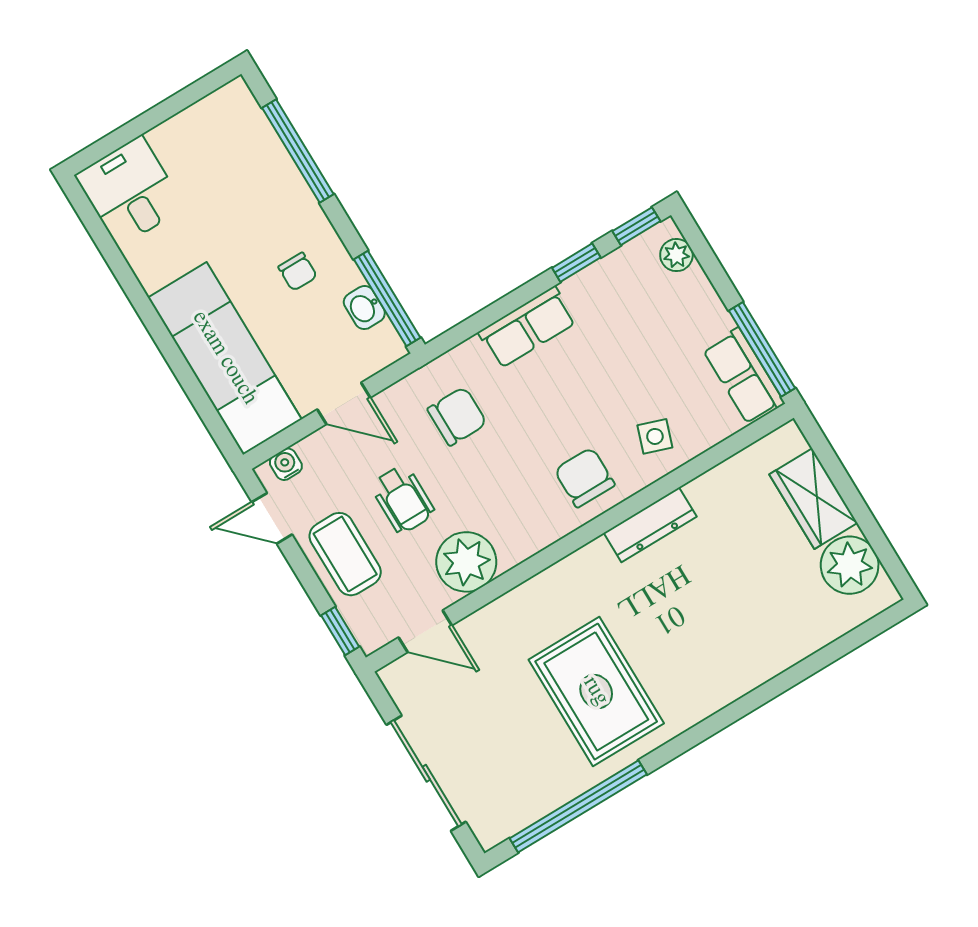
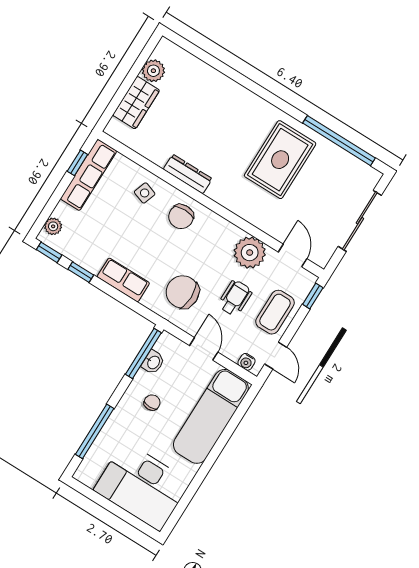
desk: (130, 191) -> (142, 486), width x1.87, depth x1.30
window: (762, 349) -> (77, 163), width x0.46
row of seats: (744, 376) -> (89, 175), width x1.48
chair: (457, 416) -> (183, 292), width x1.37, depth x1.37
plant: (850, 565) -> (153, 71), width x0.73, depth x0.73

